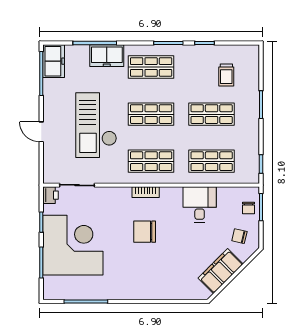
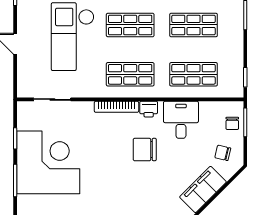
bookcase: (146, 192) -> (116, 107), width x1.56
printer: (51, 195) -> (149, 109), moved, turned 90
chair: (145, 232) -> (145, 150), moved

